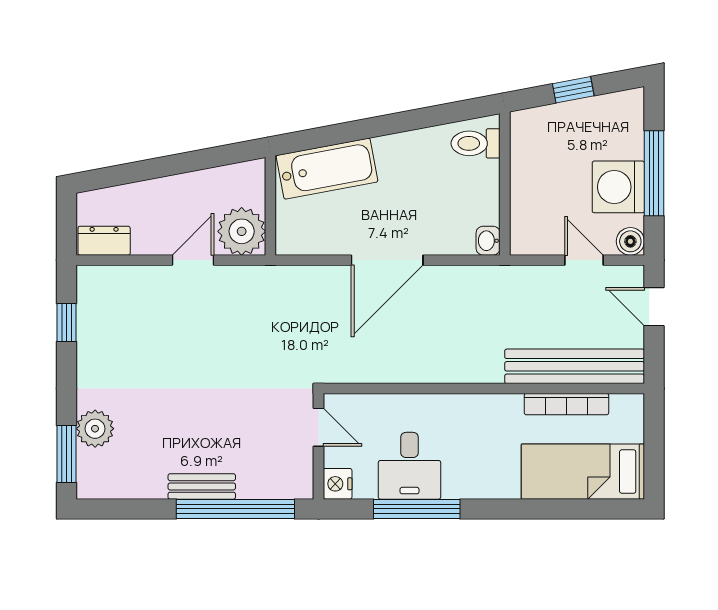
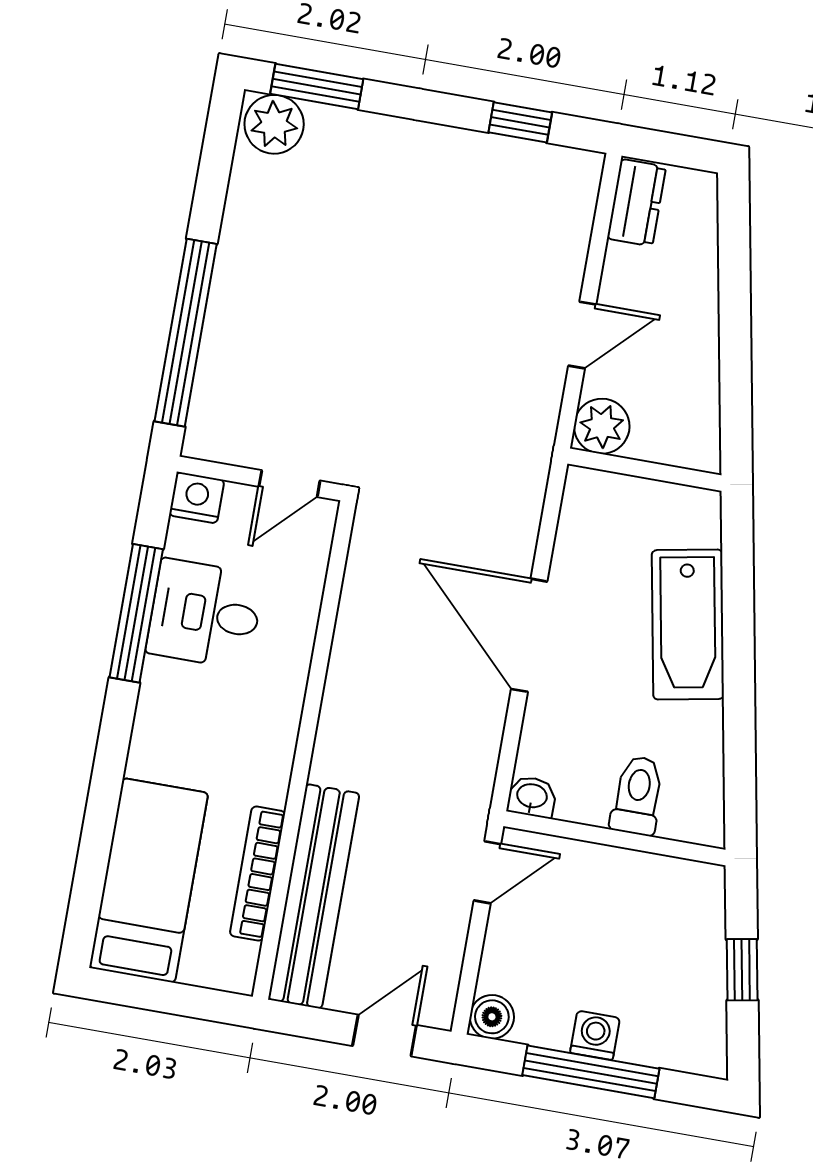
toilet: (476, 143) -> (637, 796), moved
bathtub: (327, 169) -> (688, 625), moved
washing machine: (618, 187) -> (595, 1035), width x0.53, depth x0.53
plant: (242, 231) -> (602, 426), width x0.73, depth x0.73
door: (193, 260) -> (582, 335), hinge flipped
door: (584, 260) -> (487, 872), moved
plant: (95, 429) -> (274, 124), moved
bench: (202, 486) -> (230, 287), removed

